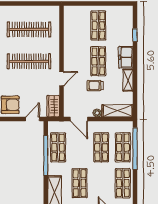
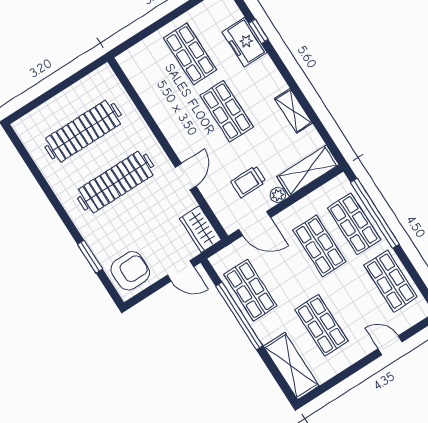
freezer: (126, 57) -> (245, 42), moved
trolley: (95, 85) -> (248, 182), moved
door: (33, 119) -> (181, 271), swing flipped

